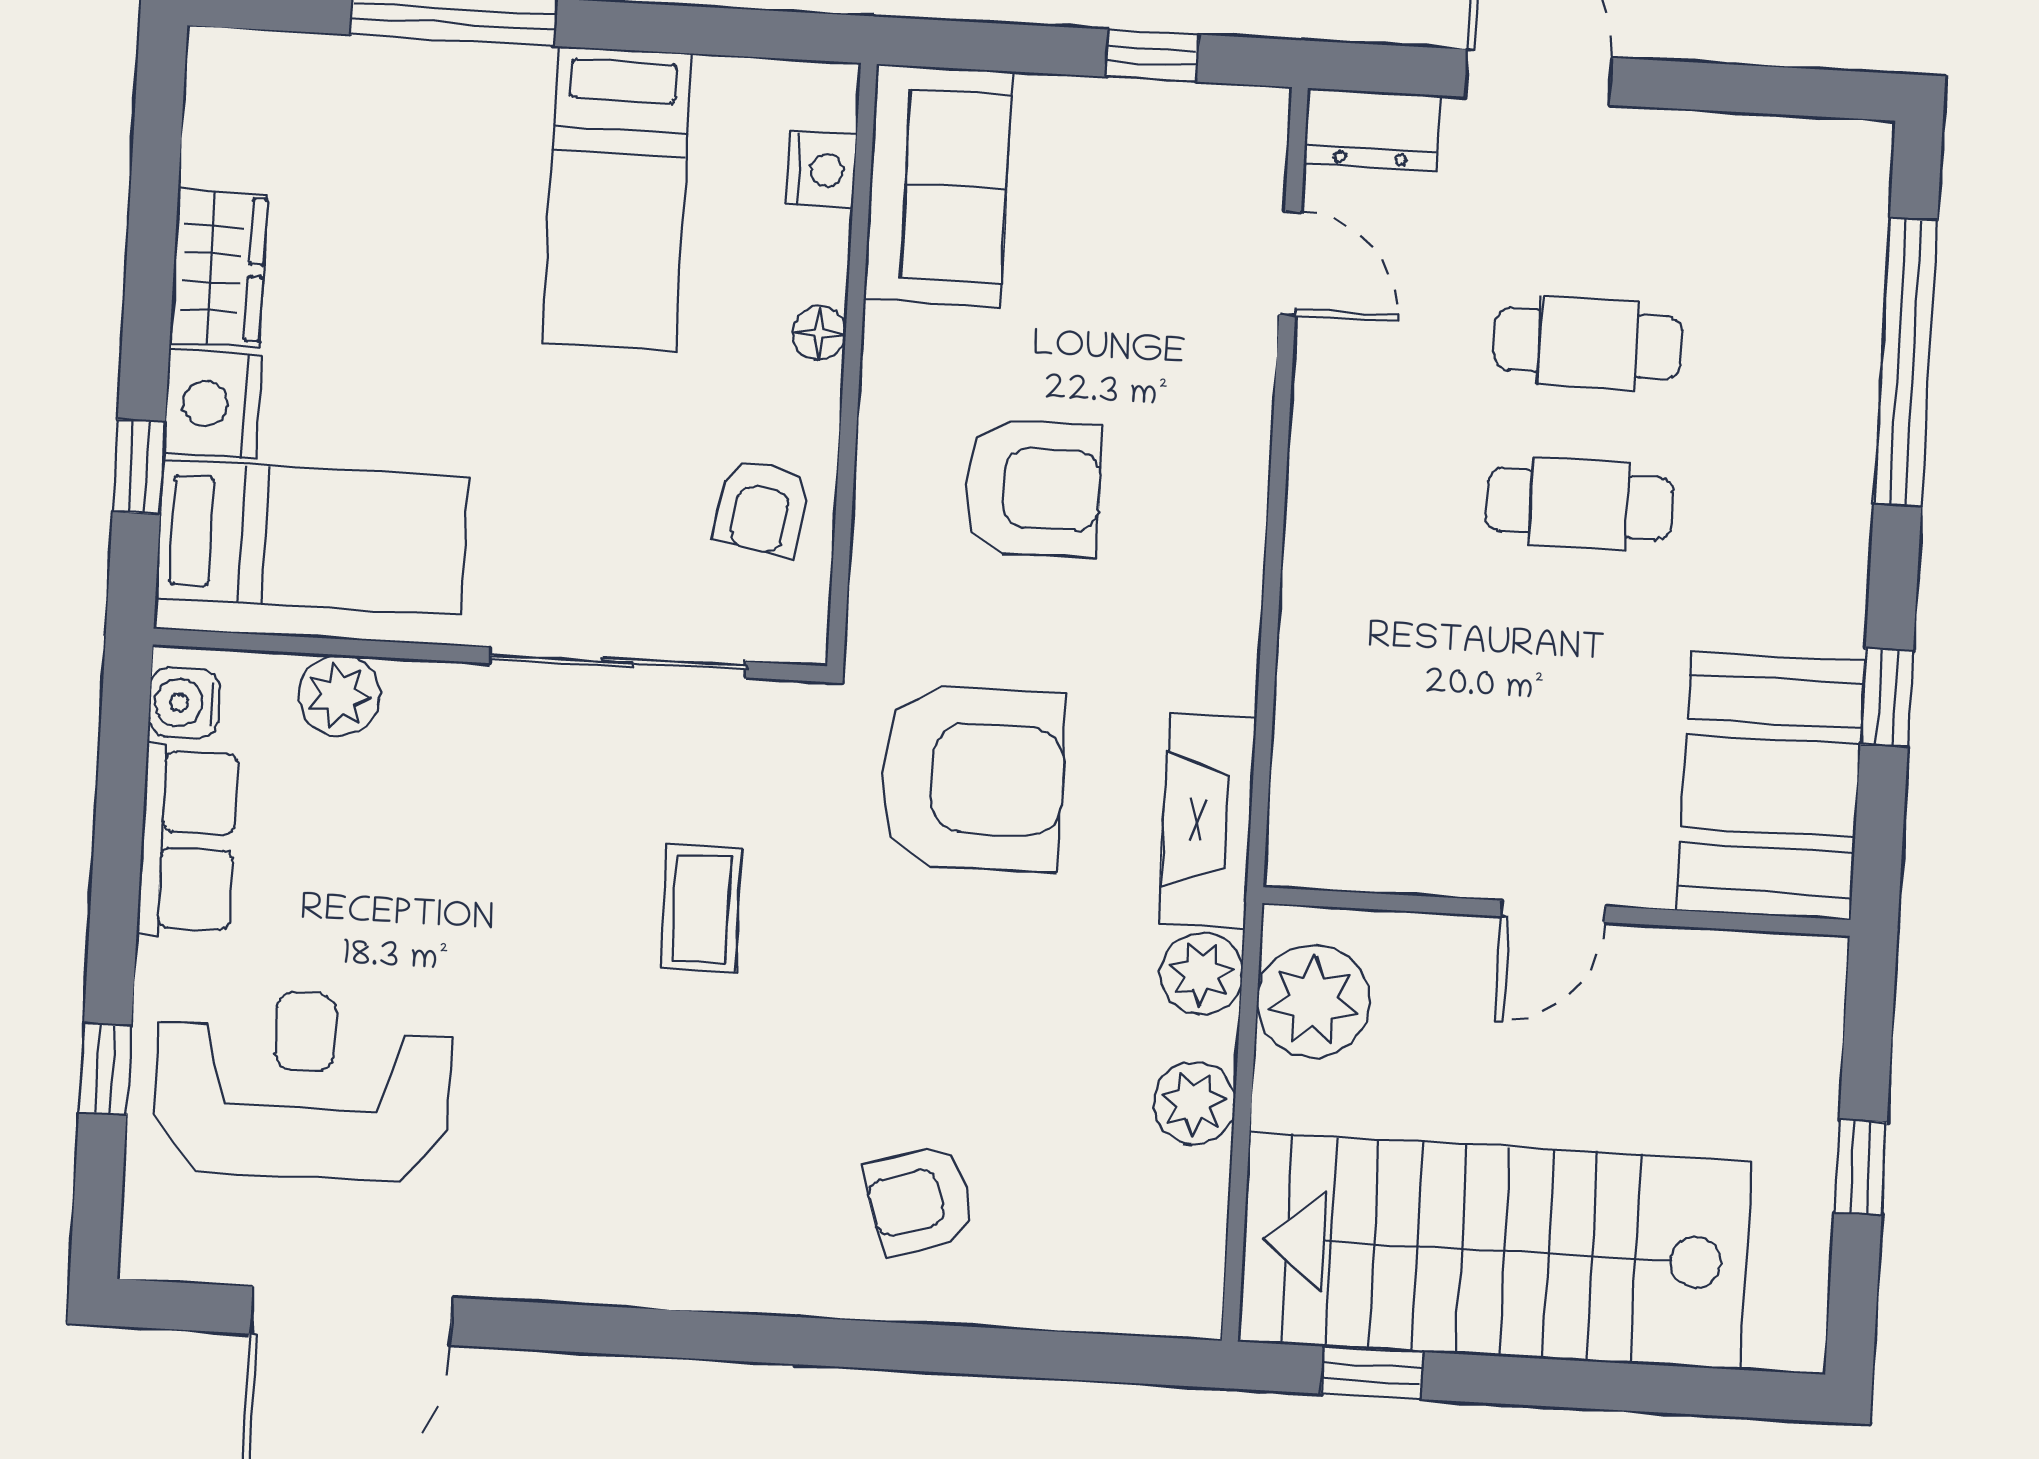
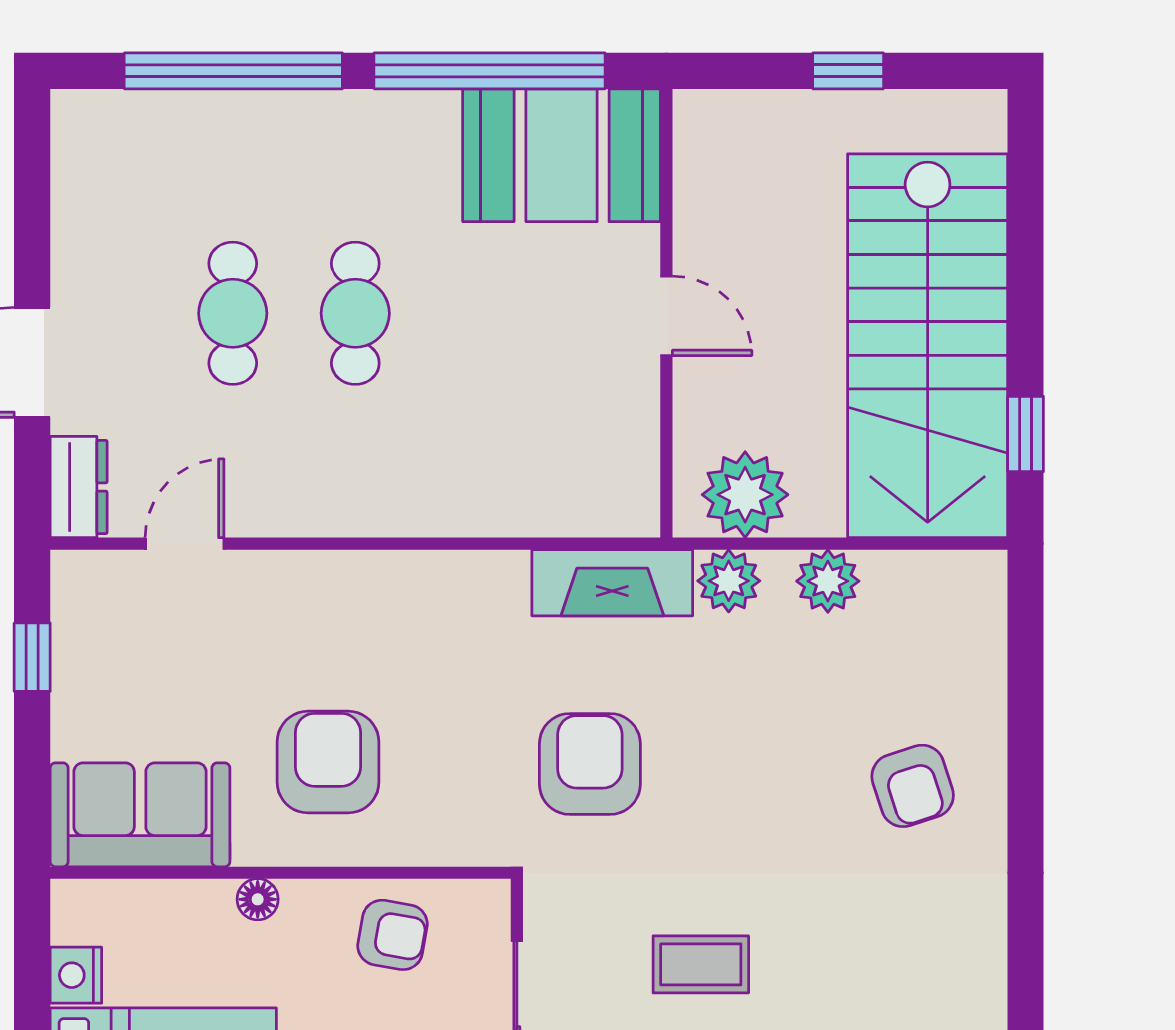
nightstand: (821, 170) -> (76, 975), moved, turned -90
armchair: (1033, 488) -> (328, 762), moved
window: (1887, 698) -> (490, 71), width x3.17
armchair: (972, 778) -> (590, 764), width x0.73, depth x0.73

